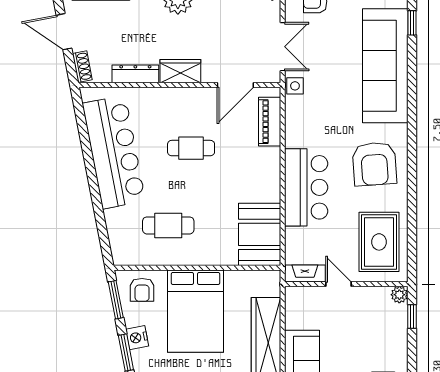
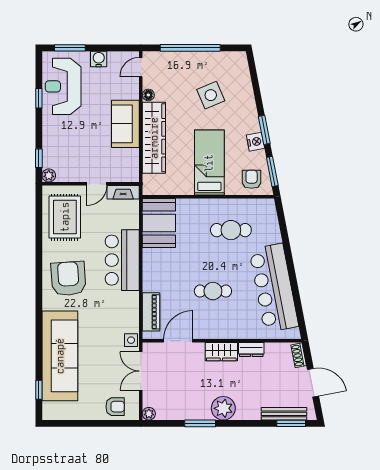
dresser: (135, 74) -> (251, 350), width x0.70
door: (339, 284) -> (97, 184), hinge flipped
bed: (196, 311) -> (209, 163), width x0.67

